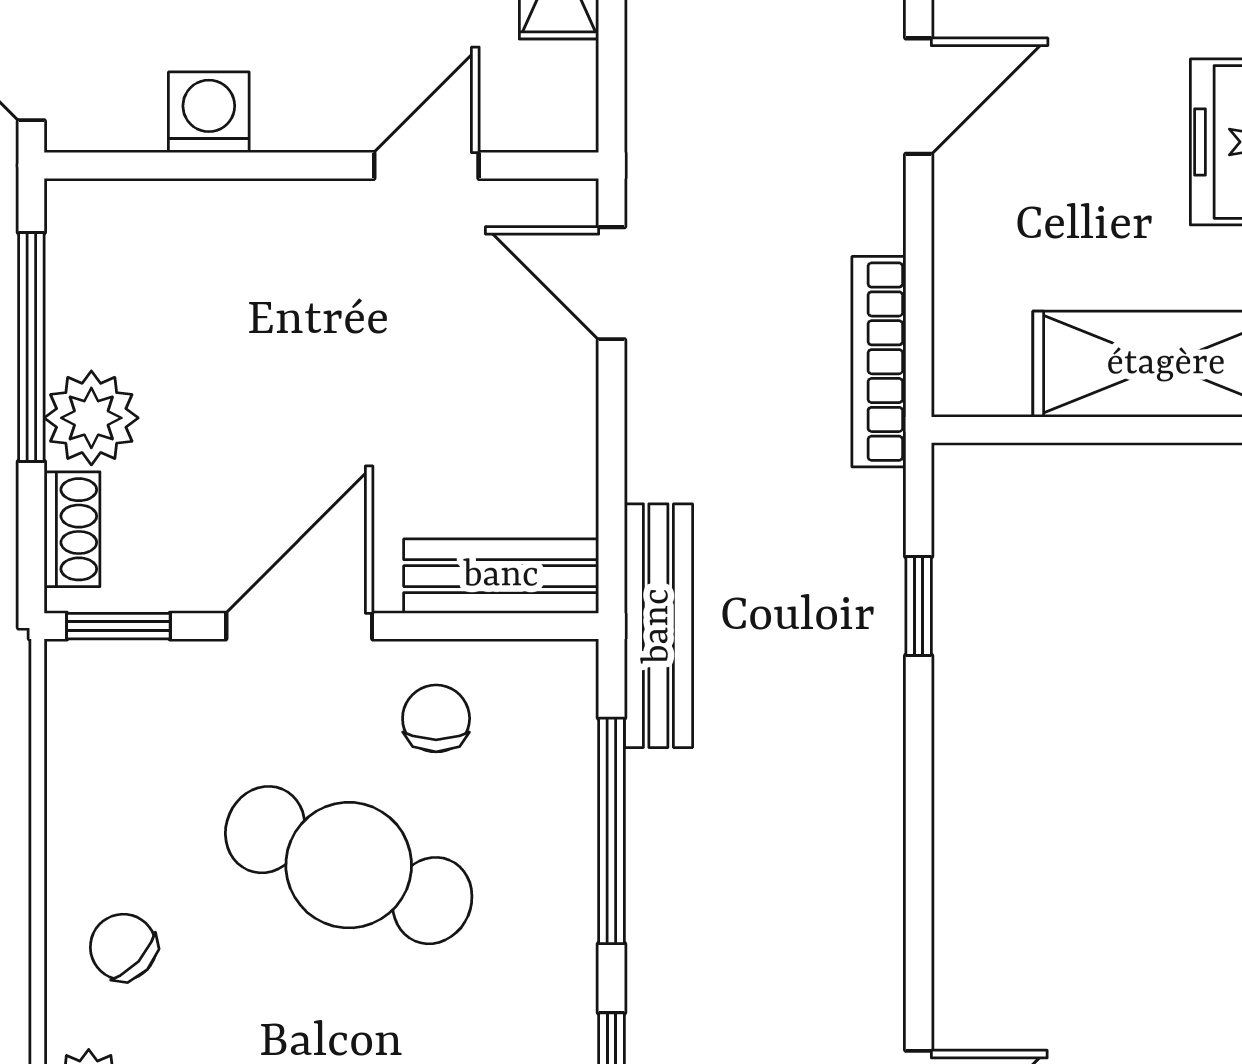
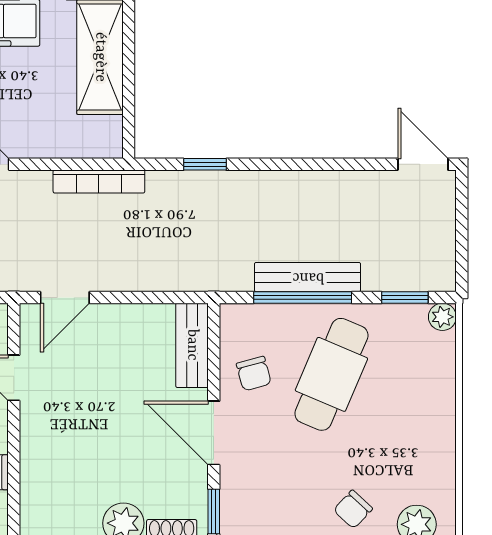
bench: (658, 626) -> (308, 277), moved
chair: (436, 718) -> (254, 374), turned -105
cafe table: (349, 865) -> (331, 374), moved

